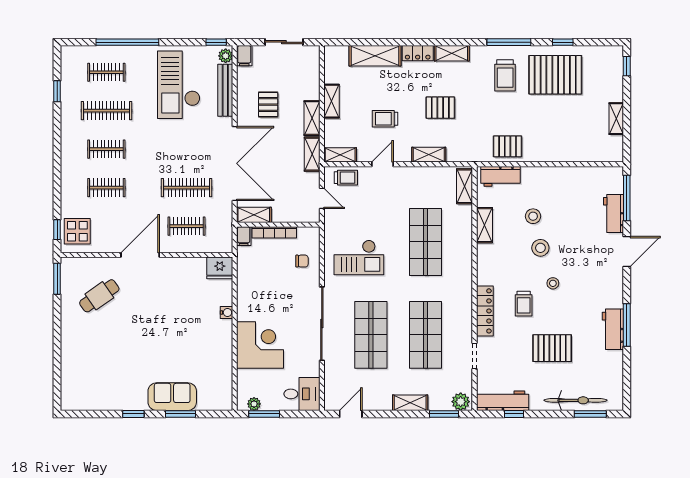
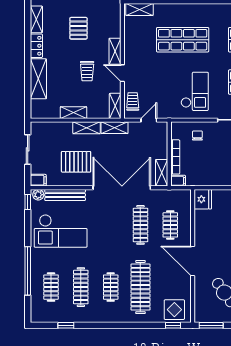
pallet: (268, 105) -> (76, 162), width x1.50, depth x1.42
shelving: (429, 155) -> (115, 51), moved
clothes rail: (106, 188) -> (140, 287), width x1.86, depth x1.31

